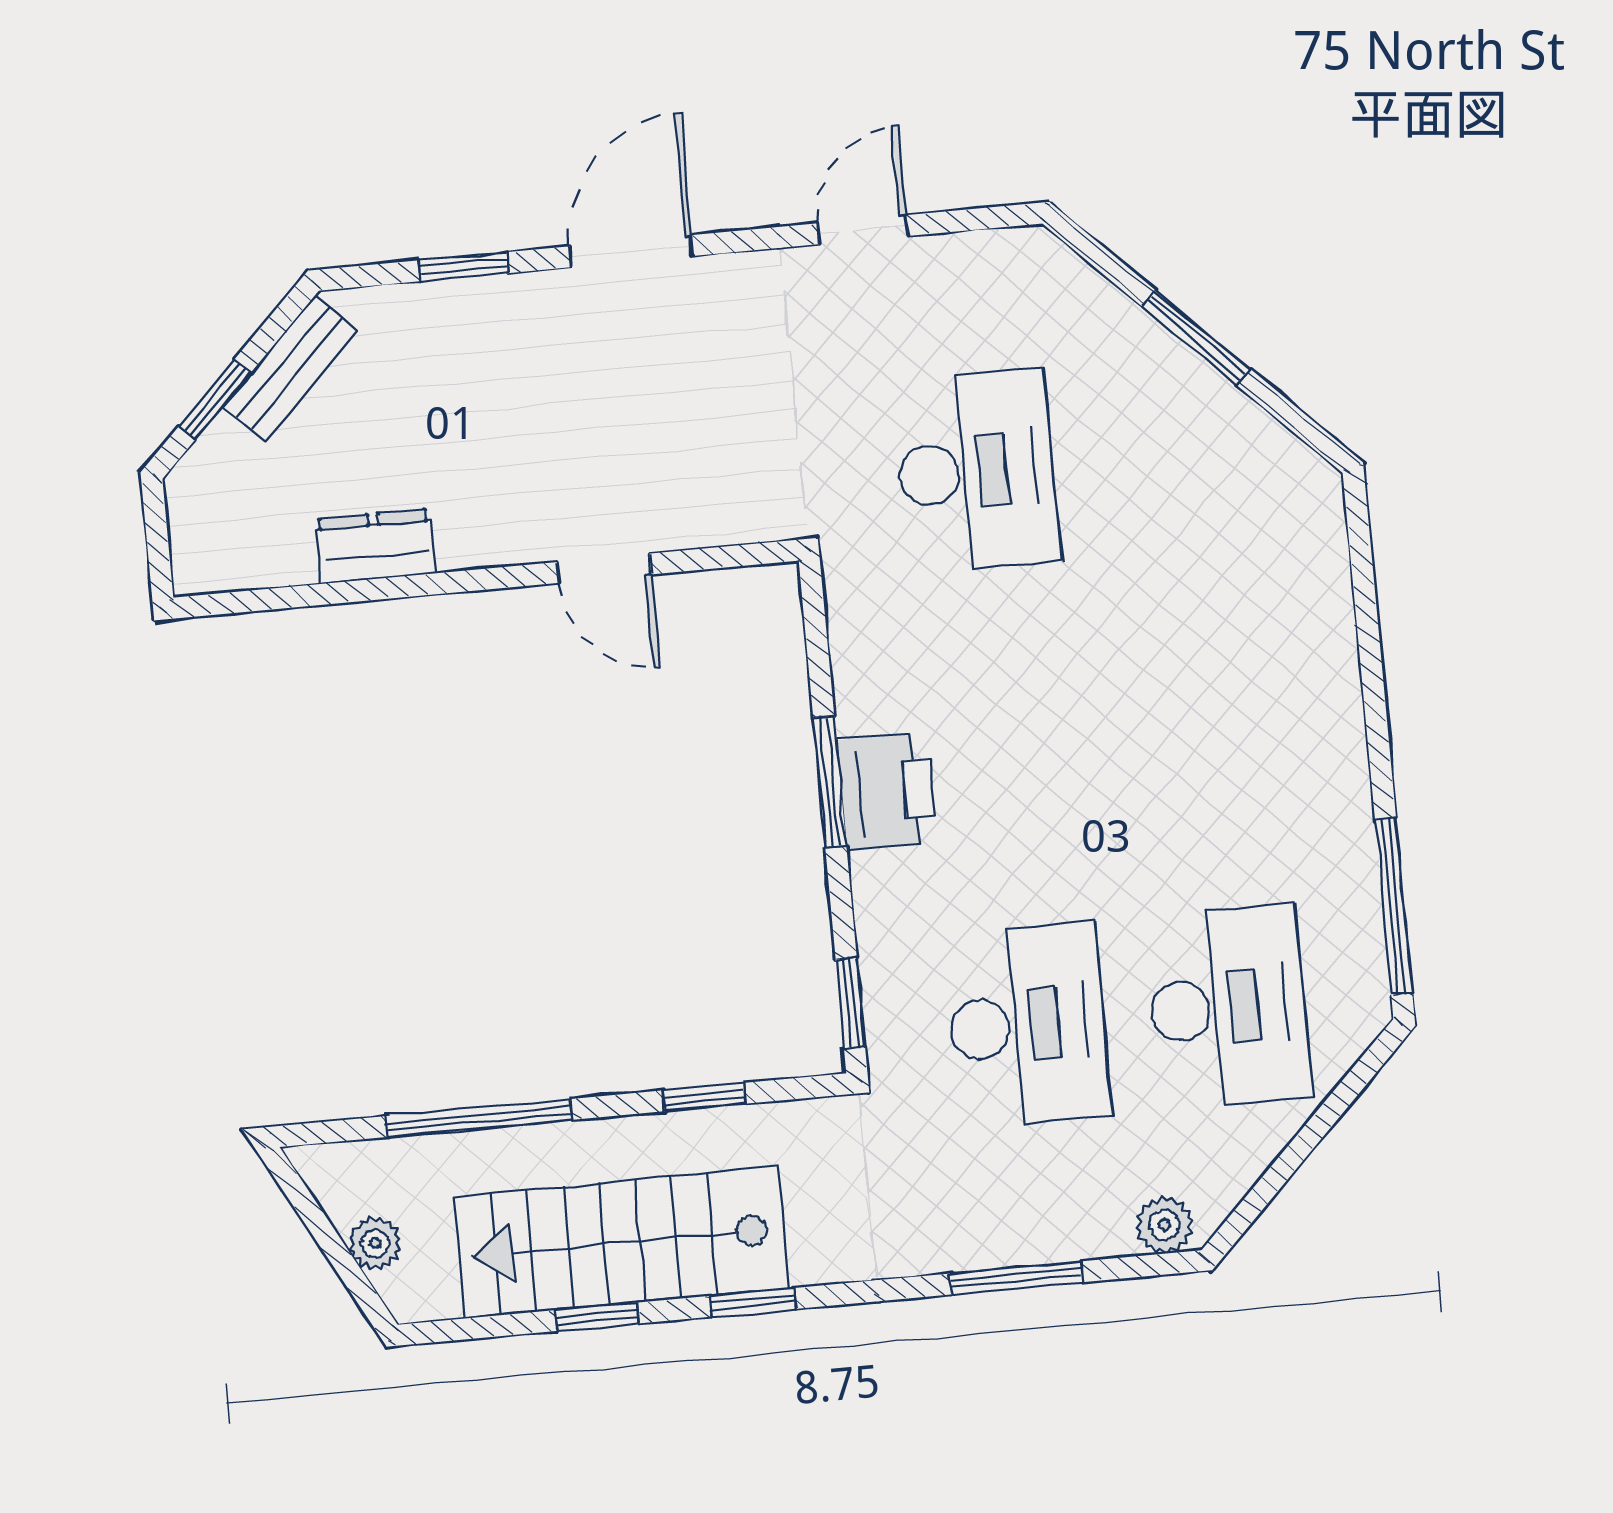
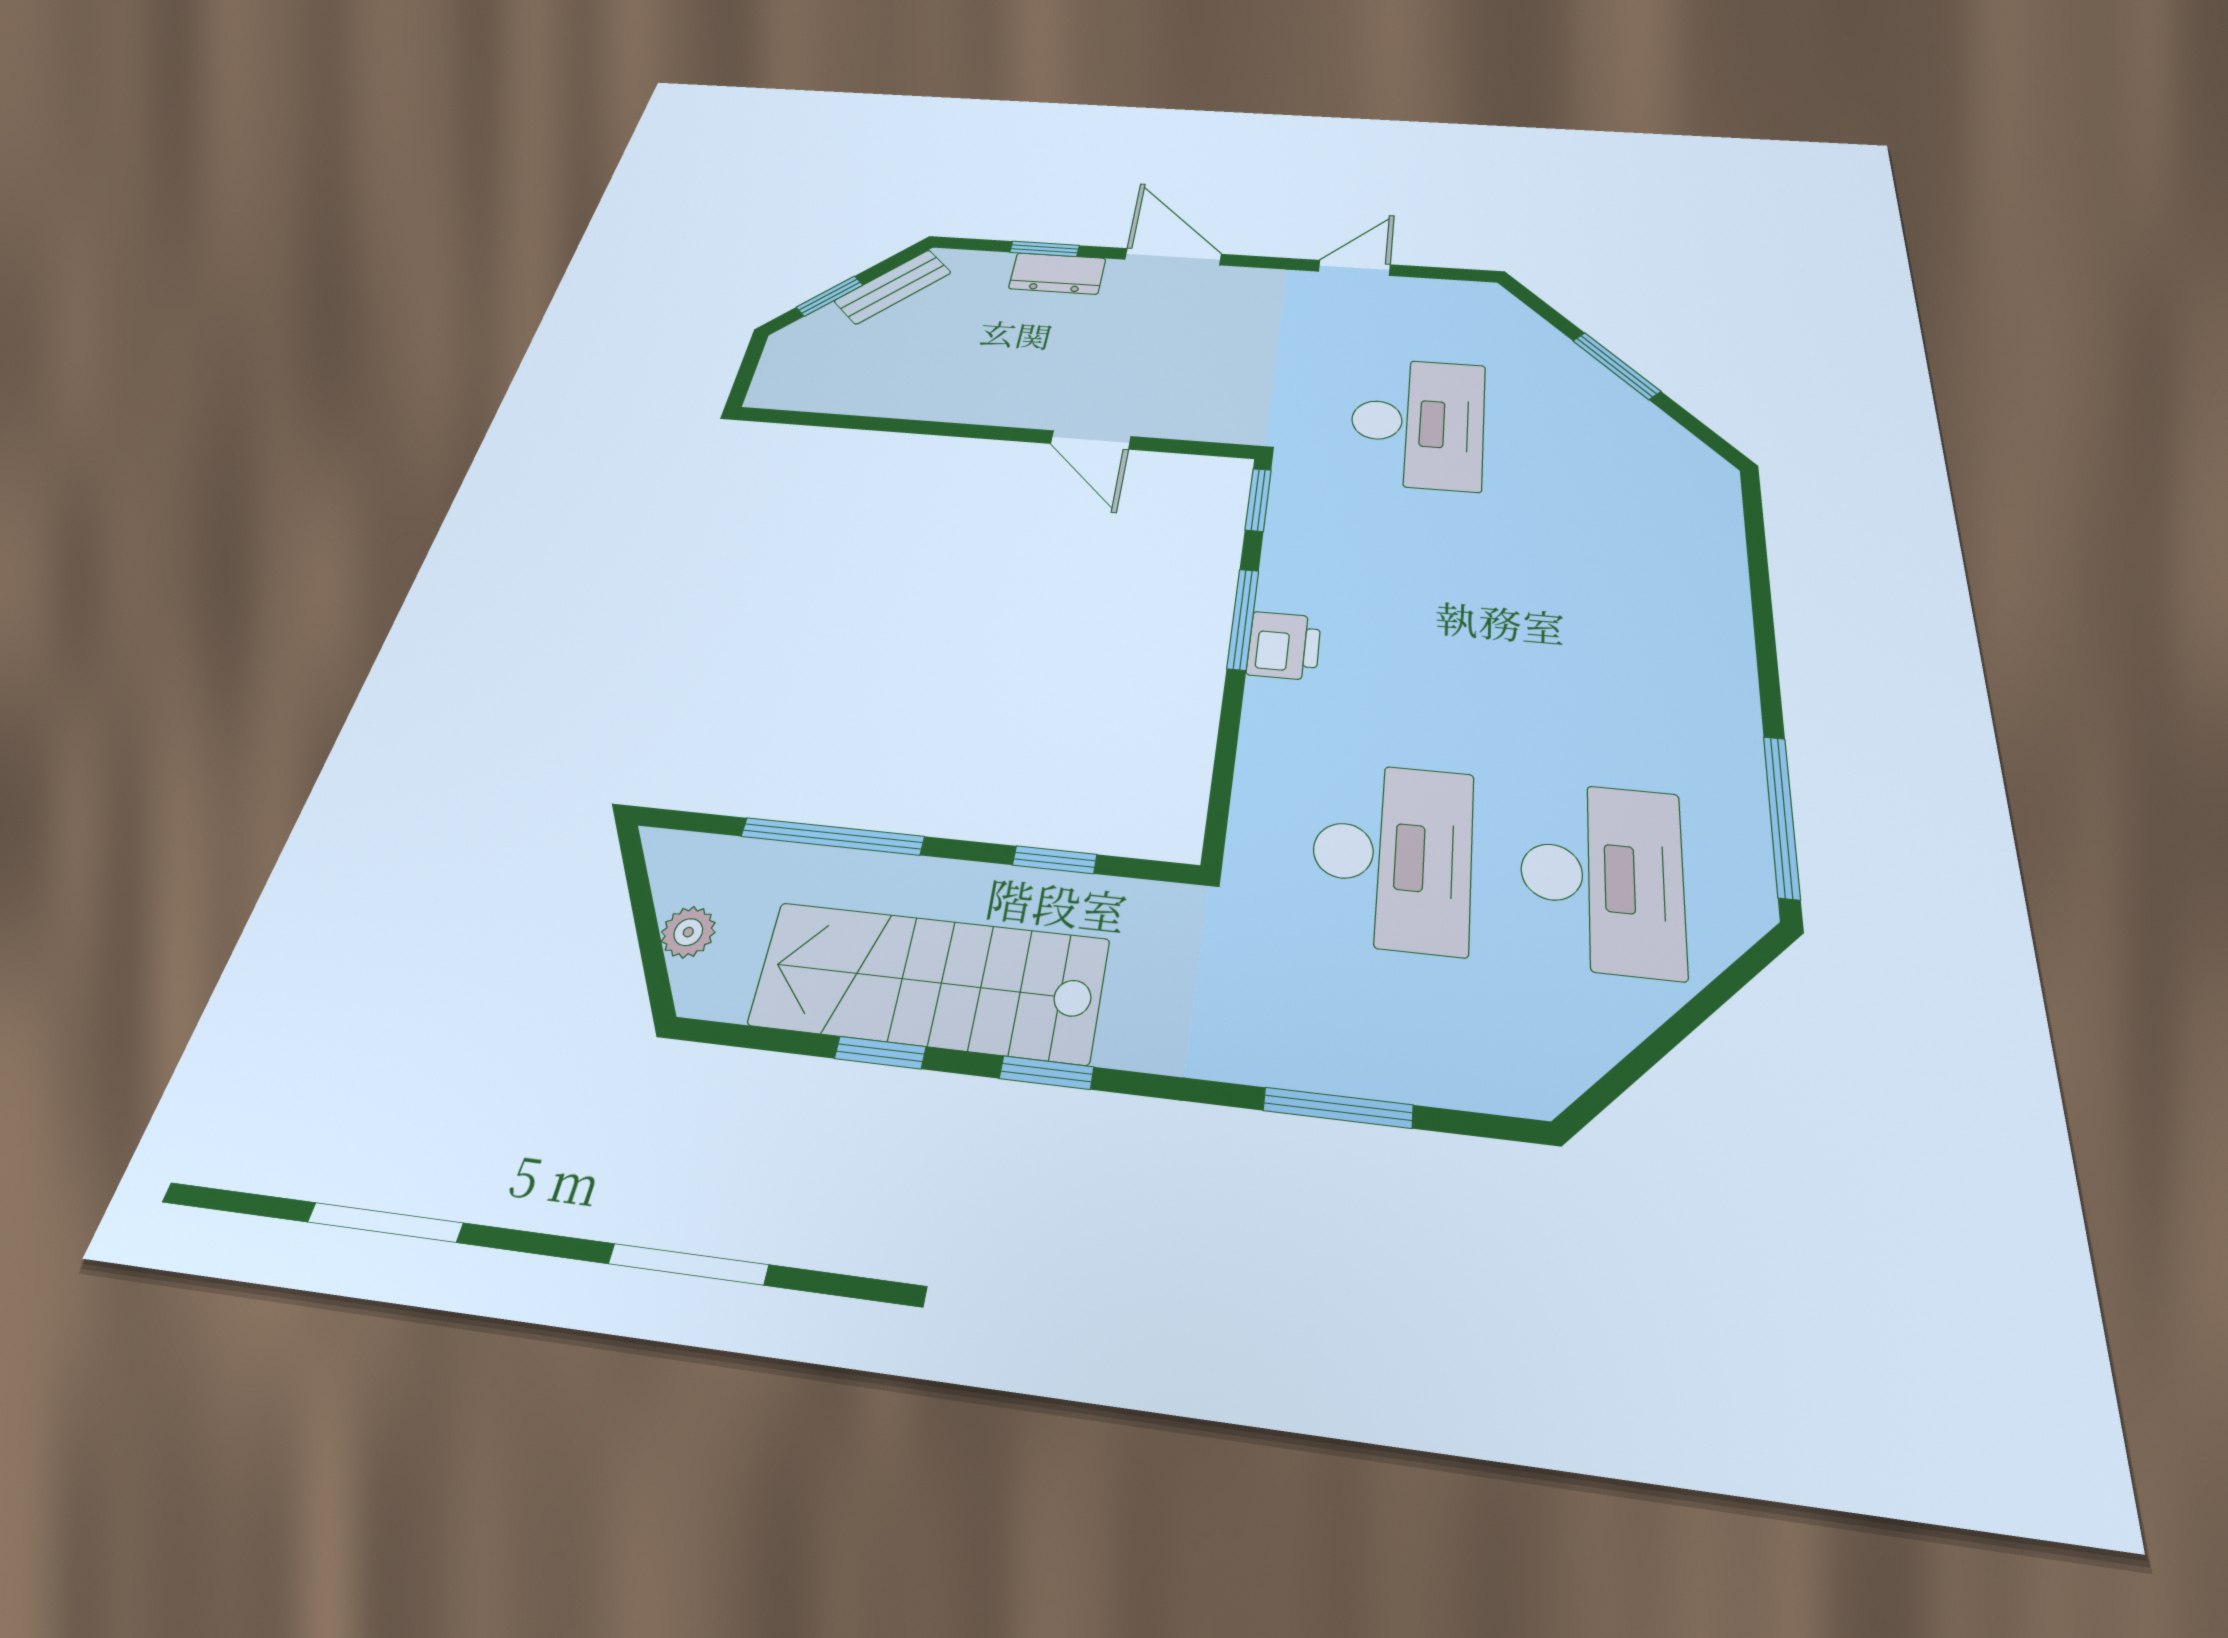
door: (631, 251) -> (1173, 257), hinge flipped
dresser: (375, 546) -> (1057, 273), moved, turned 180
printer: (887, 791) -> (1284, 646), width x0.73, depth x0.81
window: (850, 1003) -> (1258, 500), moved
plant: (1164, 1225) -> (1512, 1085), removed

